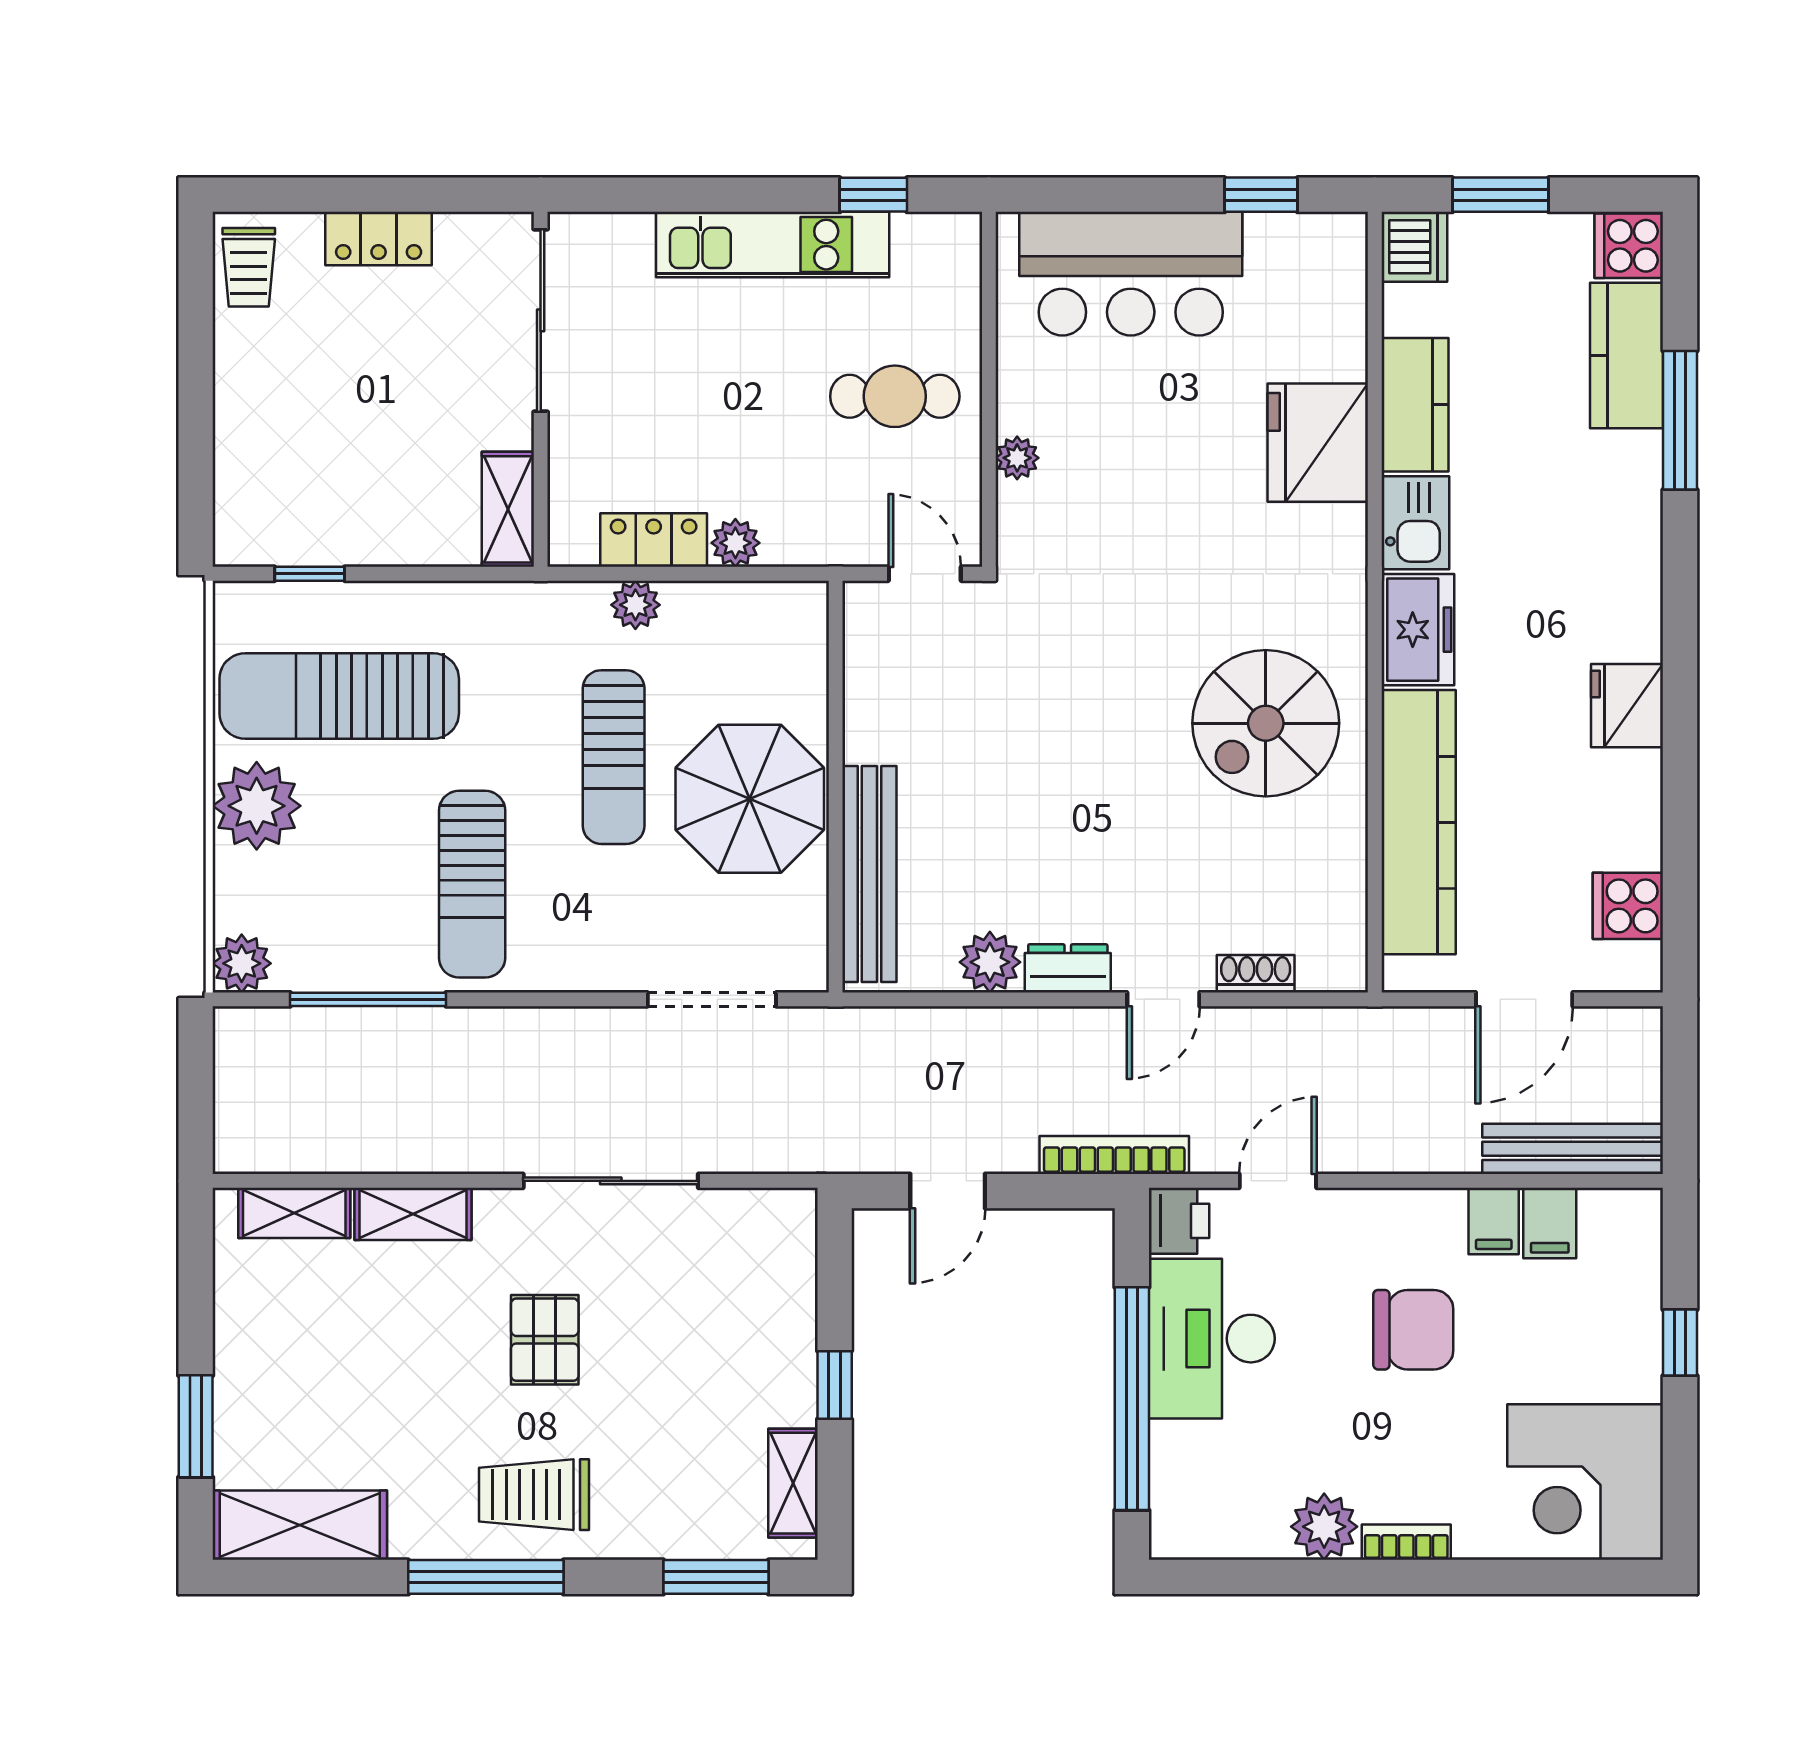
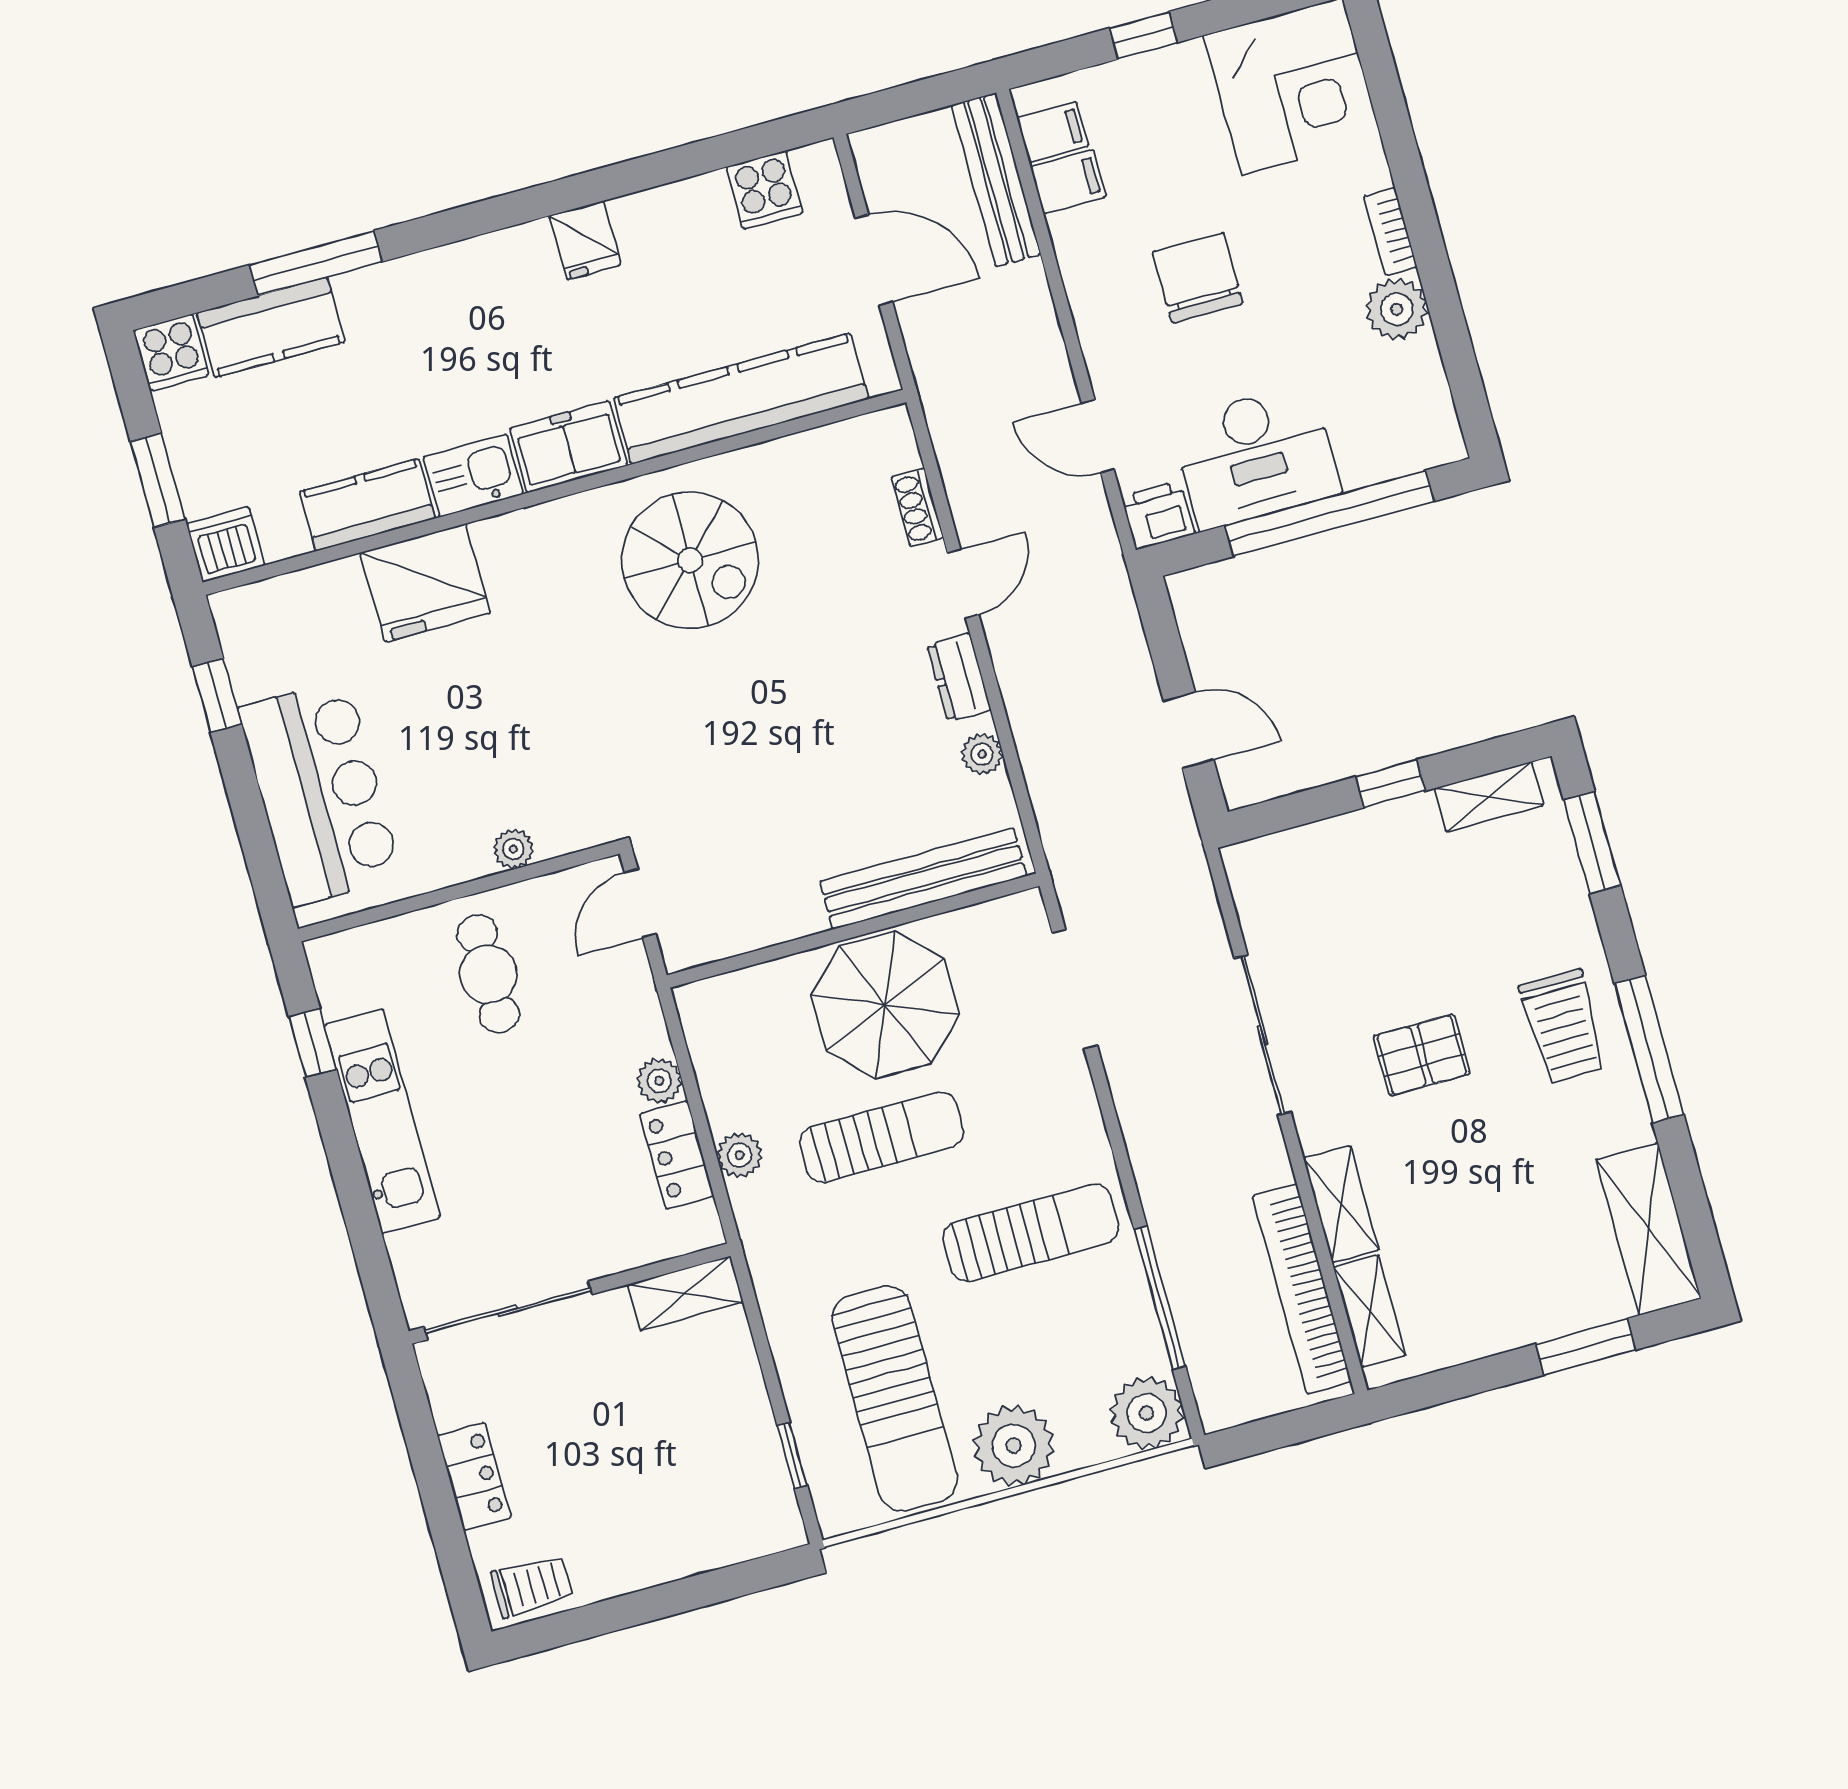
fridge: (1627, 706) -> (585, 240), width x0.72
plant: (990, 962) -> (982, 754), width x0.73, depth x0.73
plant: (242, 963) -> (1147, 1413), width x1.36, depth x1.36
door: (1163, 999) -> (963, 584), hinge flipped
bookcase: (1114, 1155) -> (1302, 1289), moved, width x1.48, depth x1.31
filing cabinet: (1494, 1221) -> (1053, 132), moved

